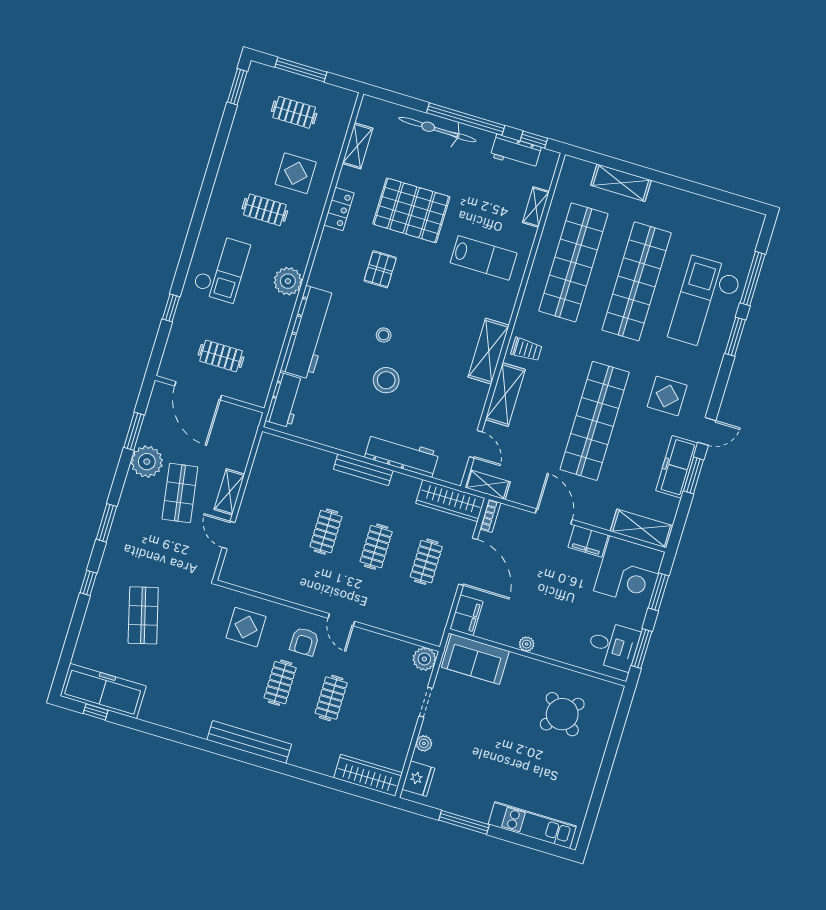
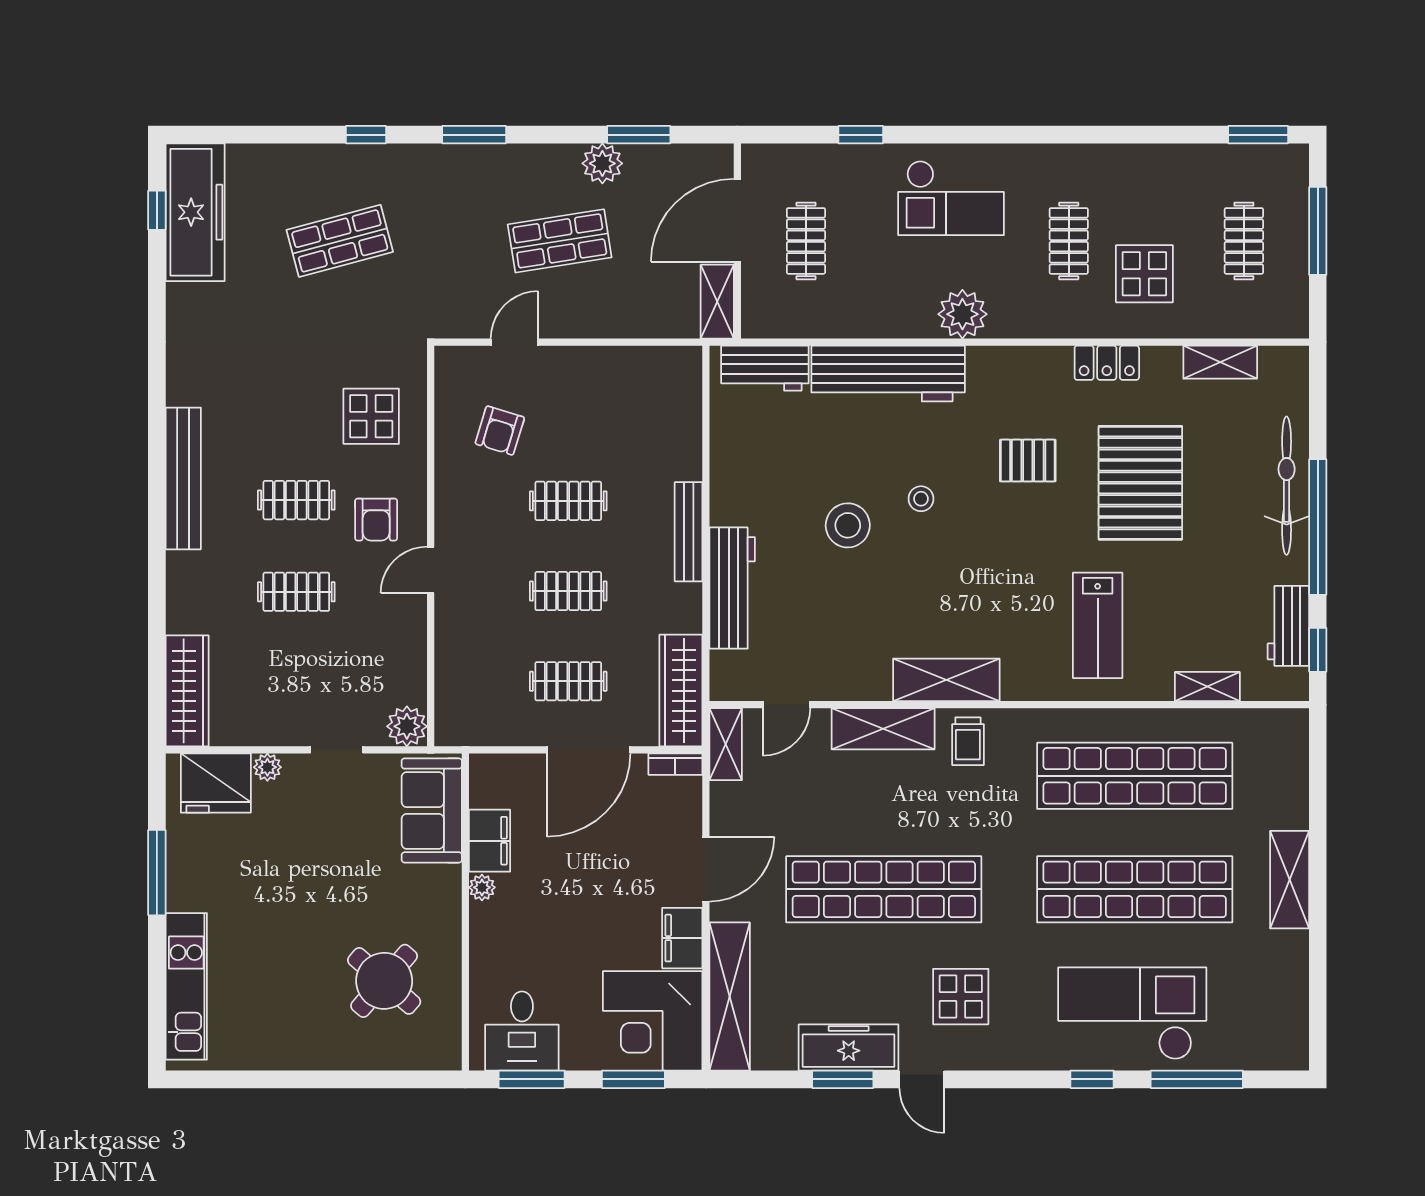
shelving: (621, 183) -> (1290, 880), moved
window: (735, 337) -> (1092, 1079), width x0.67
plant: (147, 462) -> (602, 163), width x0.73, depth x0.73
shelving: (229, 492) -> (717, 302), moved, turned 90
shelving: (642, 528) -> (730, 997), width x1.47
armchair: (275, 558) -> (500, 431), added
filing cabinet: (466, 615) -> (490, 841), moved, turned -90
armchair: (304, 642) -> (376, 520), turned -90
fridge: (418, 779) -> (216, 783), width x1.36, depth x1.34

